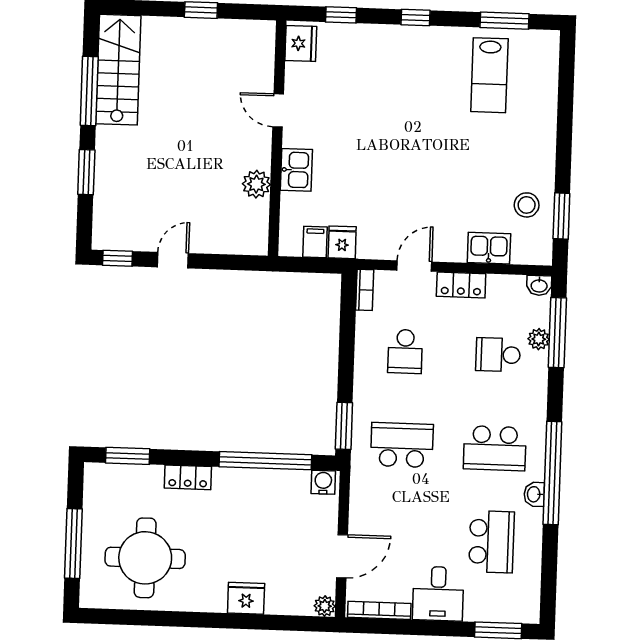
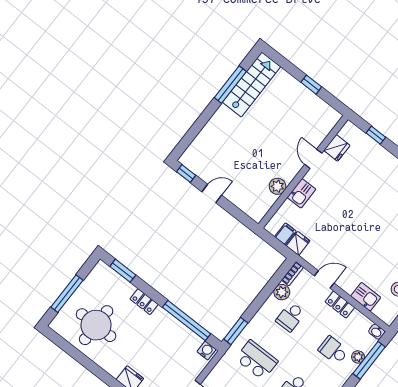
fridge: (301, 43) -> (337, 148), moved
window: (86, 172) -> (201, 122), removed
plant: (369, 326) -> (282, 292), added

